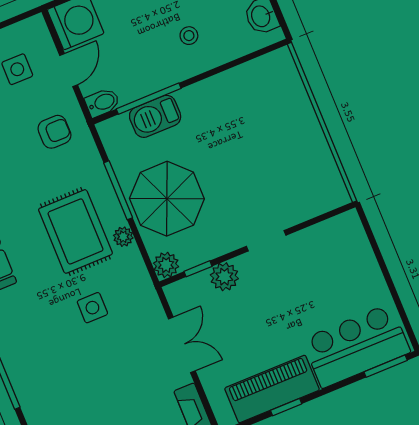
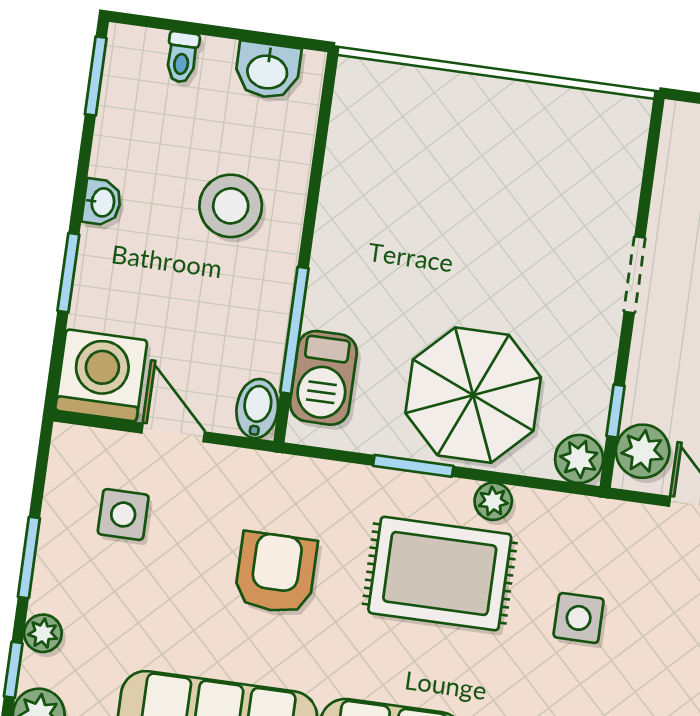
stool: (189, 36) -> (231, 206), width x1.89, depth x1.89
barbecue: (155, 116) -> (323, 378), moved
armchair: (54, 132) -> (276, 573), moved, width x1.38, depth x1.38
window: (118, 190) -> (413, 466), width x0.69
plant: (224, 277) -> (643, 451), moved

